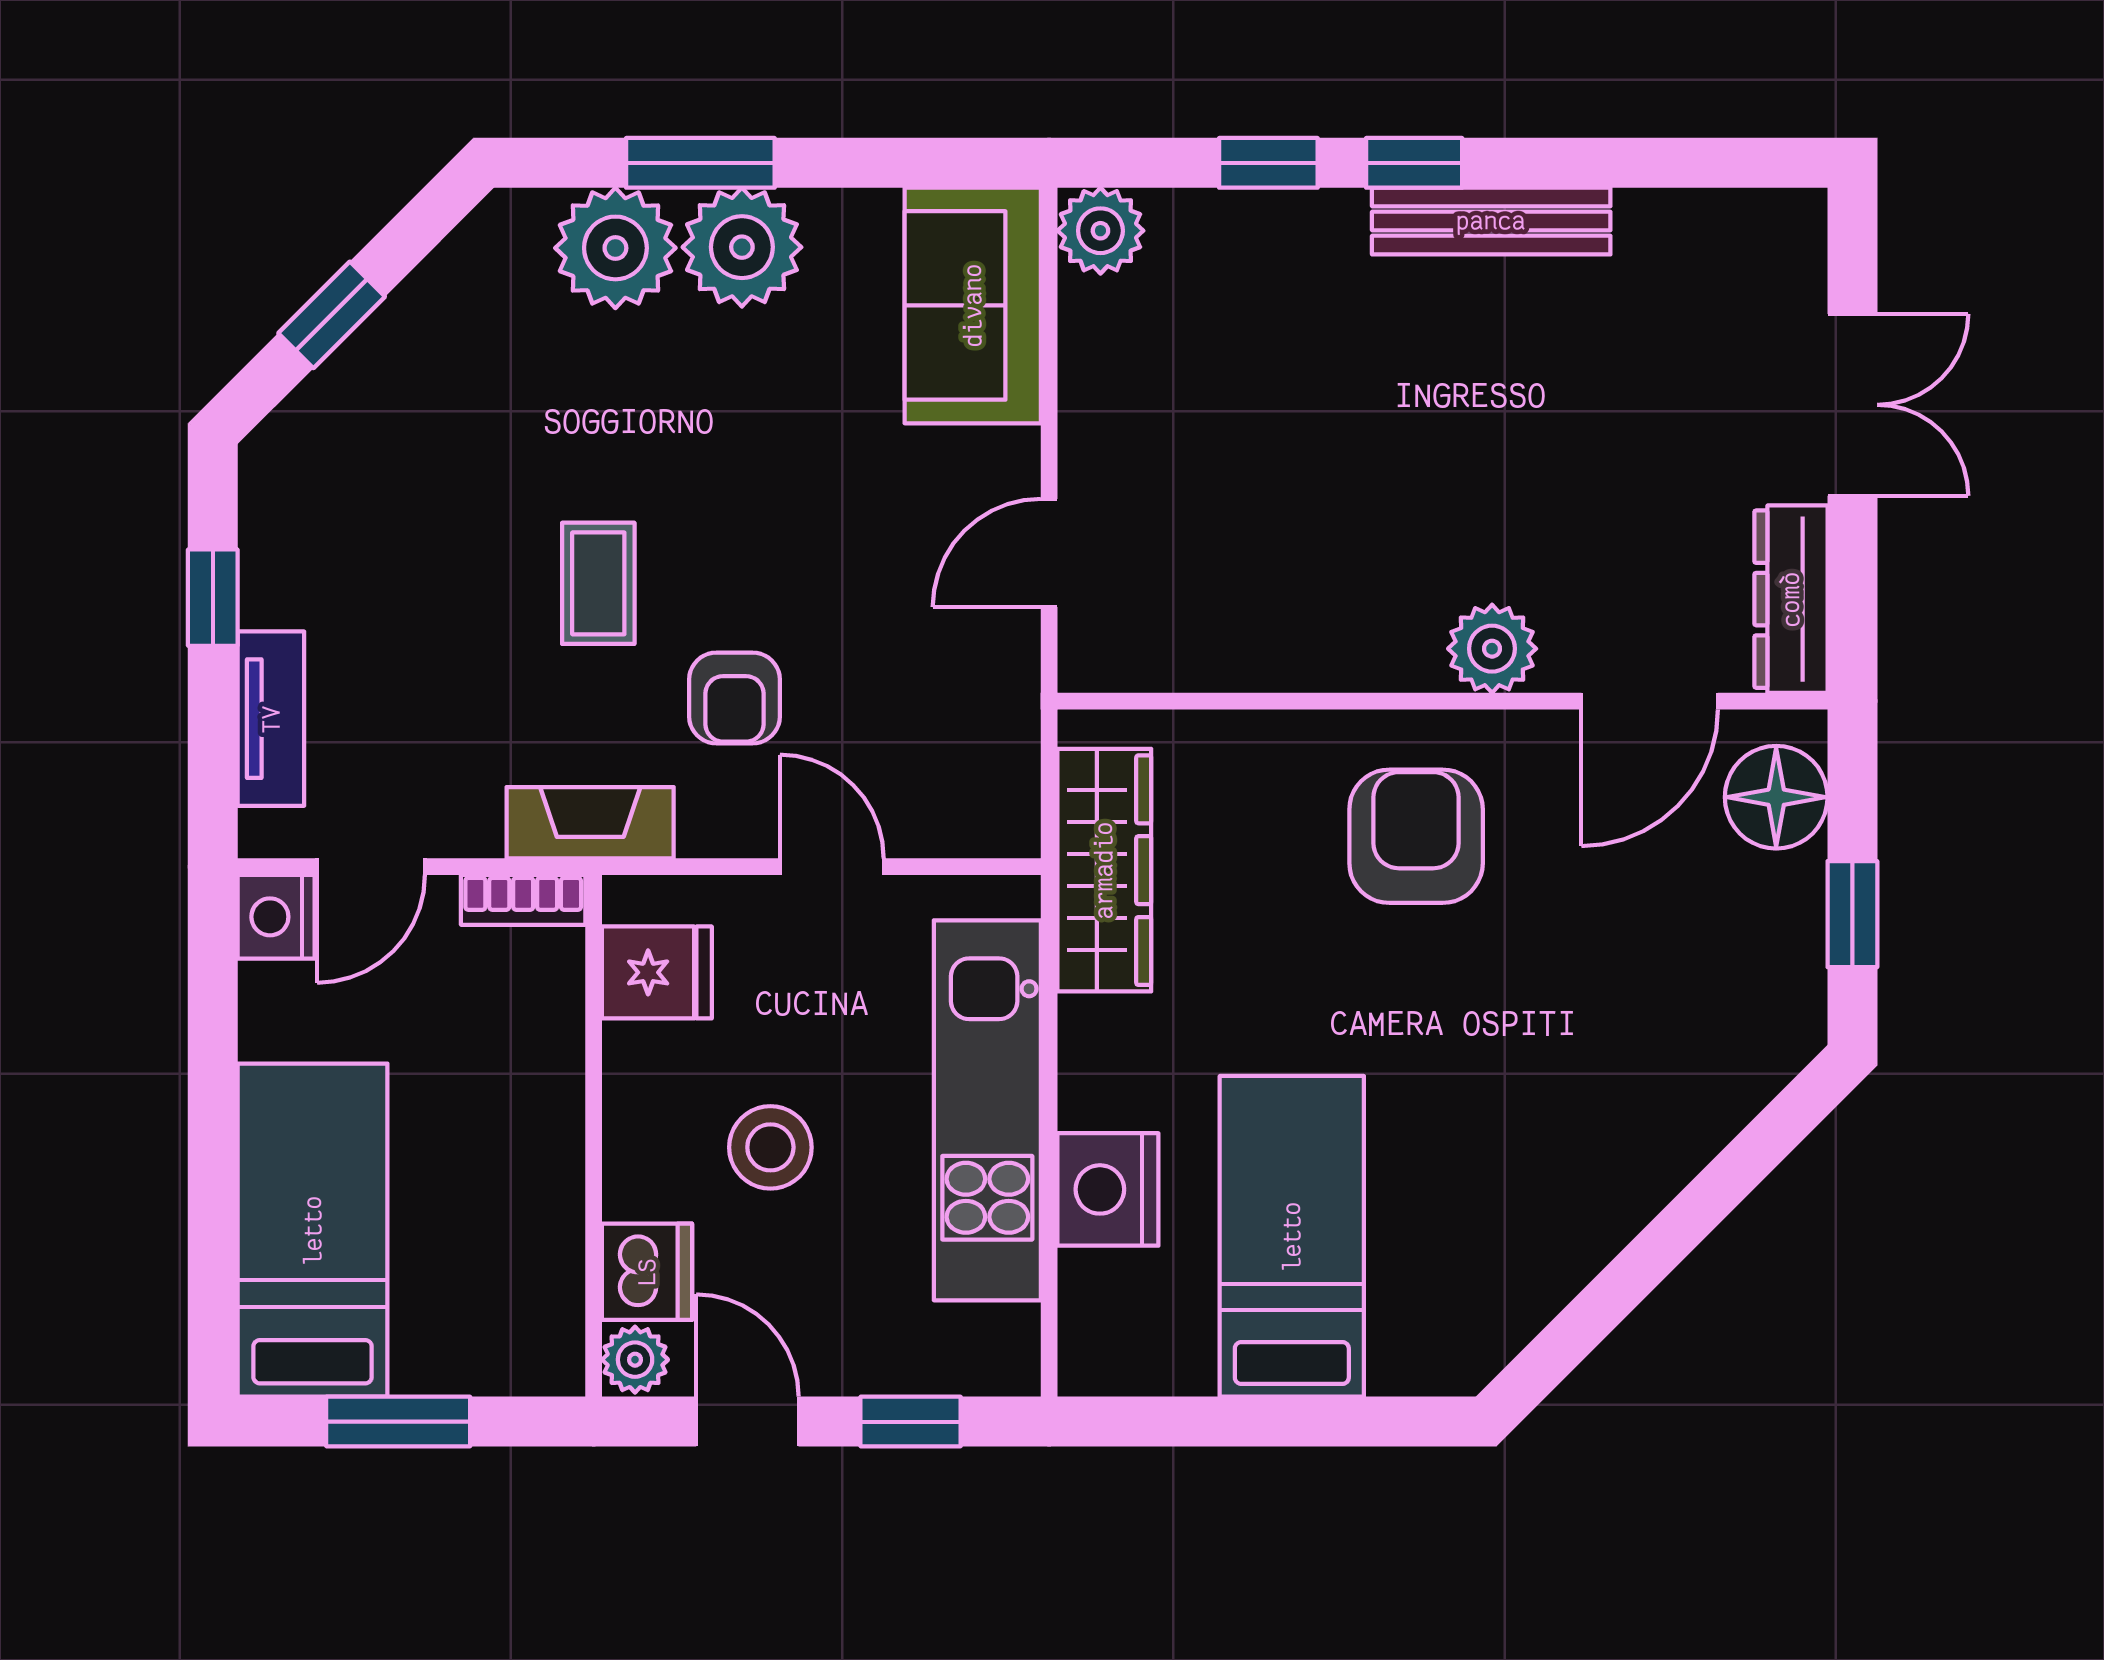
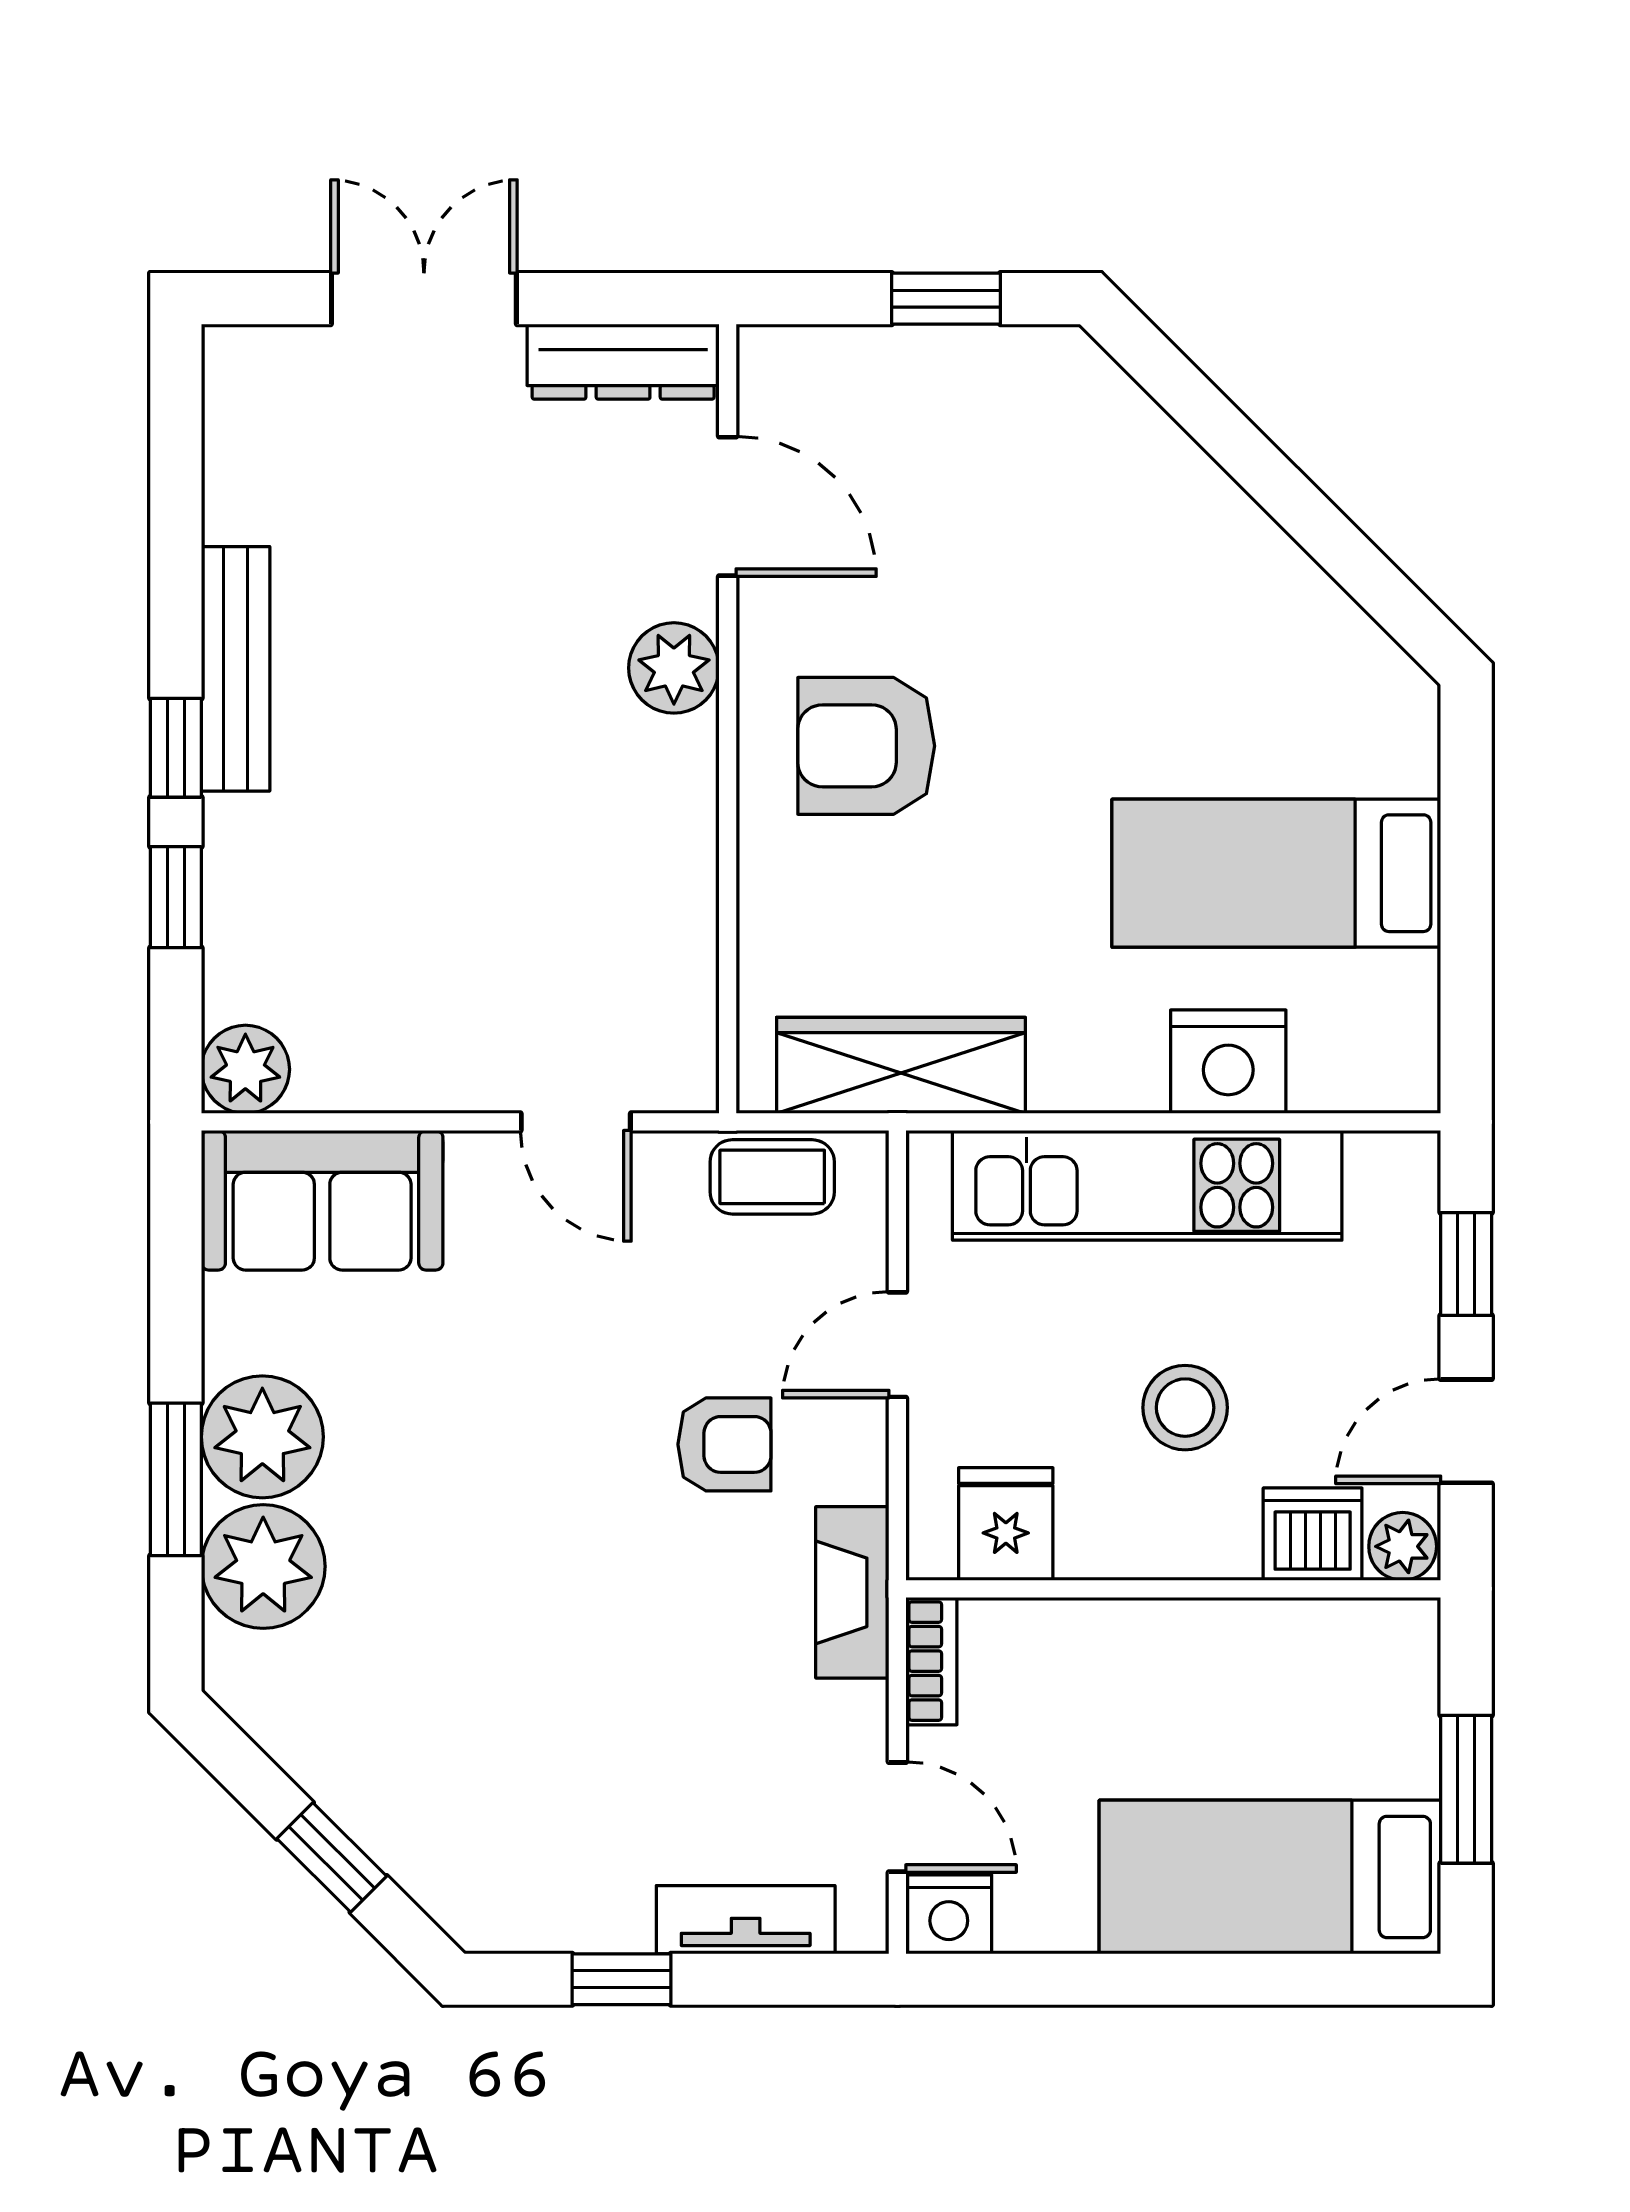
coffee table: (598, 583) -> (772, 1177), moved
floor lamp: (1776, 797) -> (826, 377), removed

